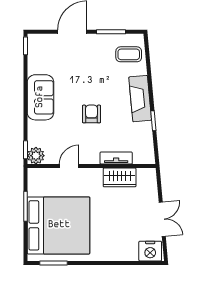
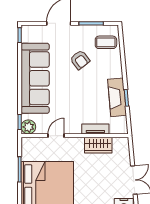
sofa: (40, 97) -> (35, 78), width x1.85, depth x1.27
fireplace: (140, 99) -> (117, 97), moved
armchair: (92, 114) -> (80, 60), moved, turned 143

